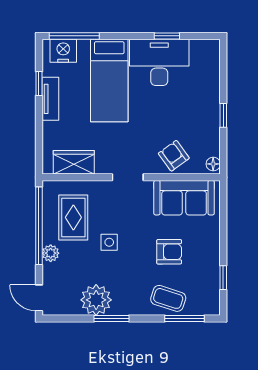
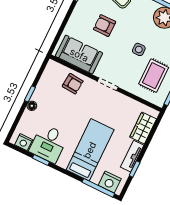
nightstand: (201, 48) -> (24, 142), added
desk: (159, 62) -> (49, 143), width x0.73
armchair: (174, 156) -> (73, 84), turned -49
wardrobe: (74, 162) -> (143, 128), moved, turned 90
floor lamp: (213, 164) -> (32, 106), moved

